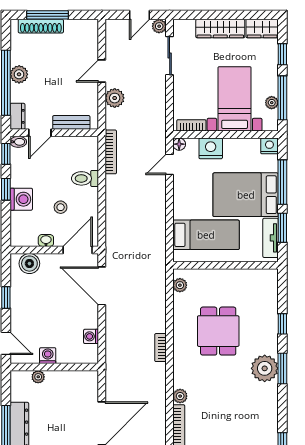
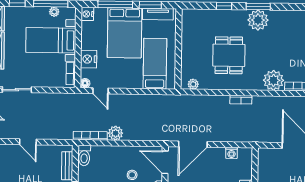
plant: (115, 98) -> (116, 133), moved
toilet: (85, 178) -> (84, 156), moved
dining table: (218, 331) -> (229, 55), turned 90
plant: (180, 396) -> (274, 80), width x1.87, depth x1.87

